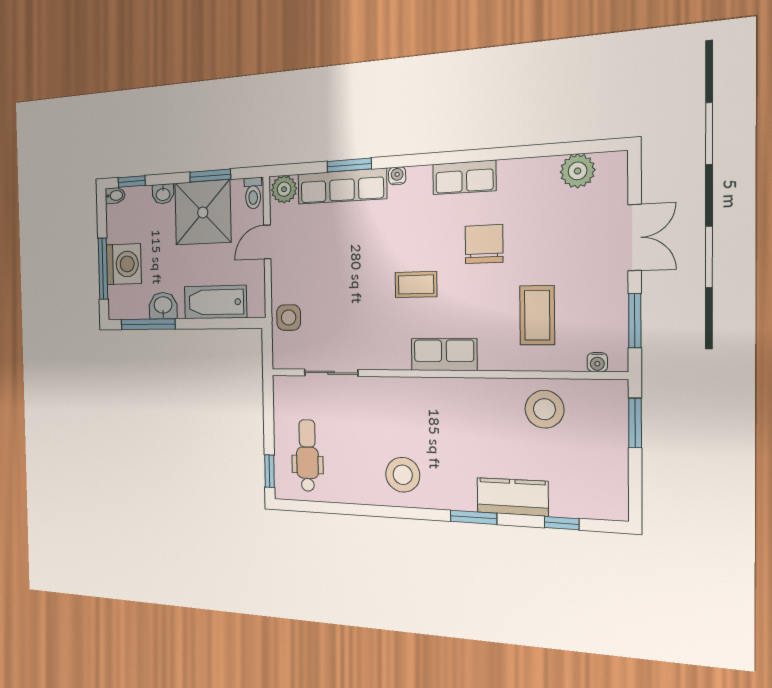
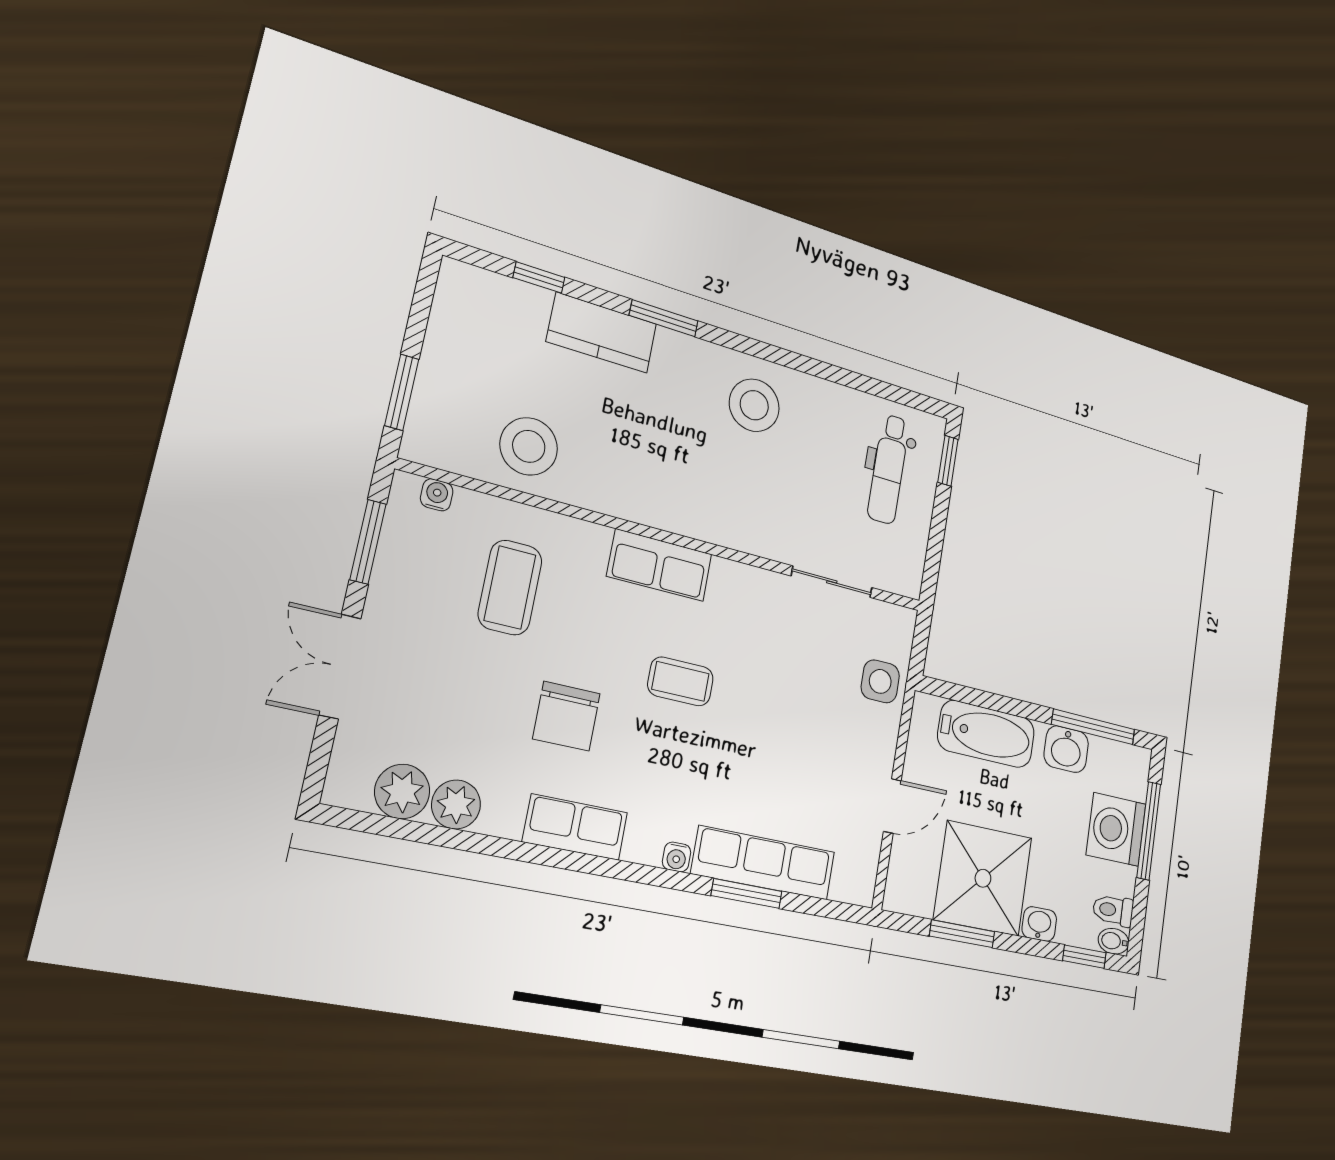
plant: (284, 189) -> (456, 804), moved
toilet: (253, 193) -> (1113, 910), moved, turned -90

